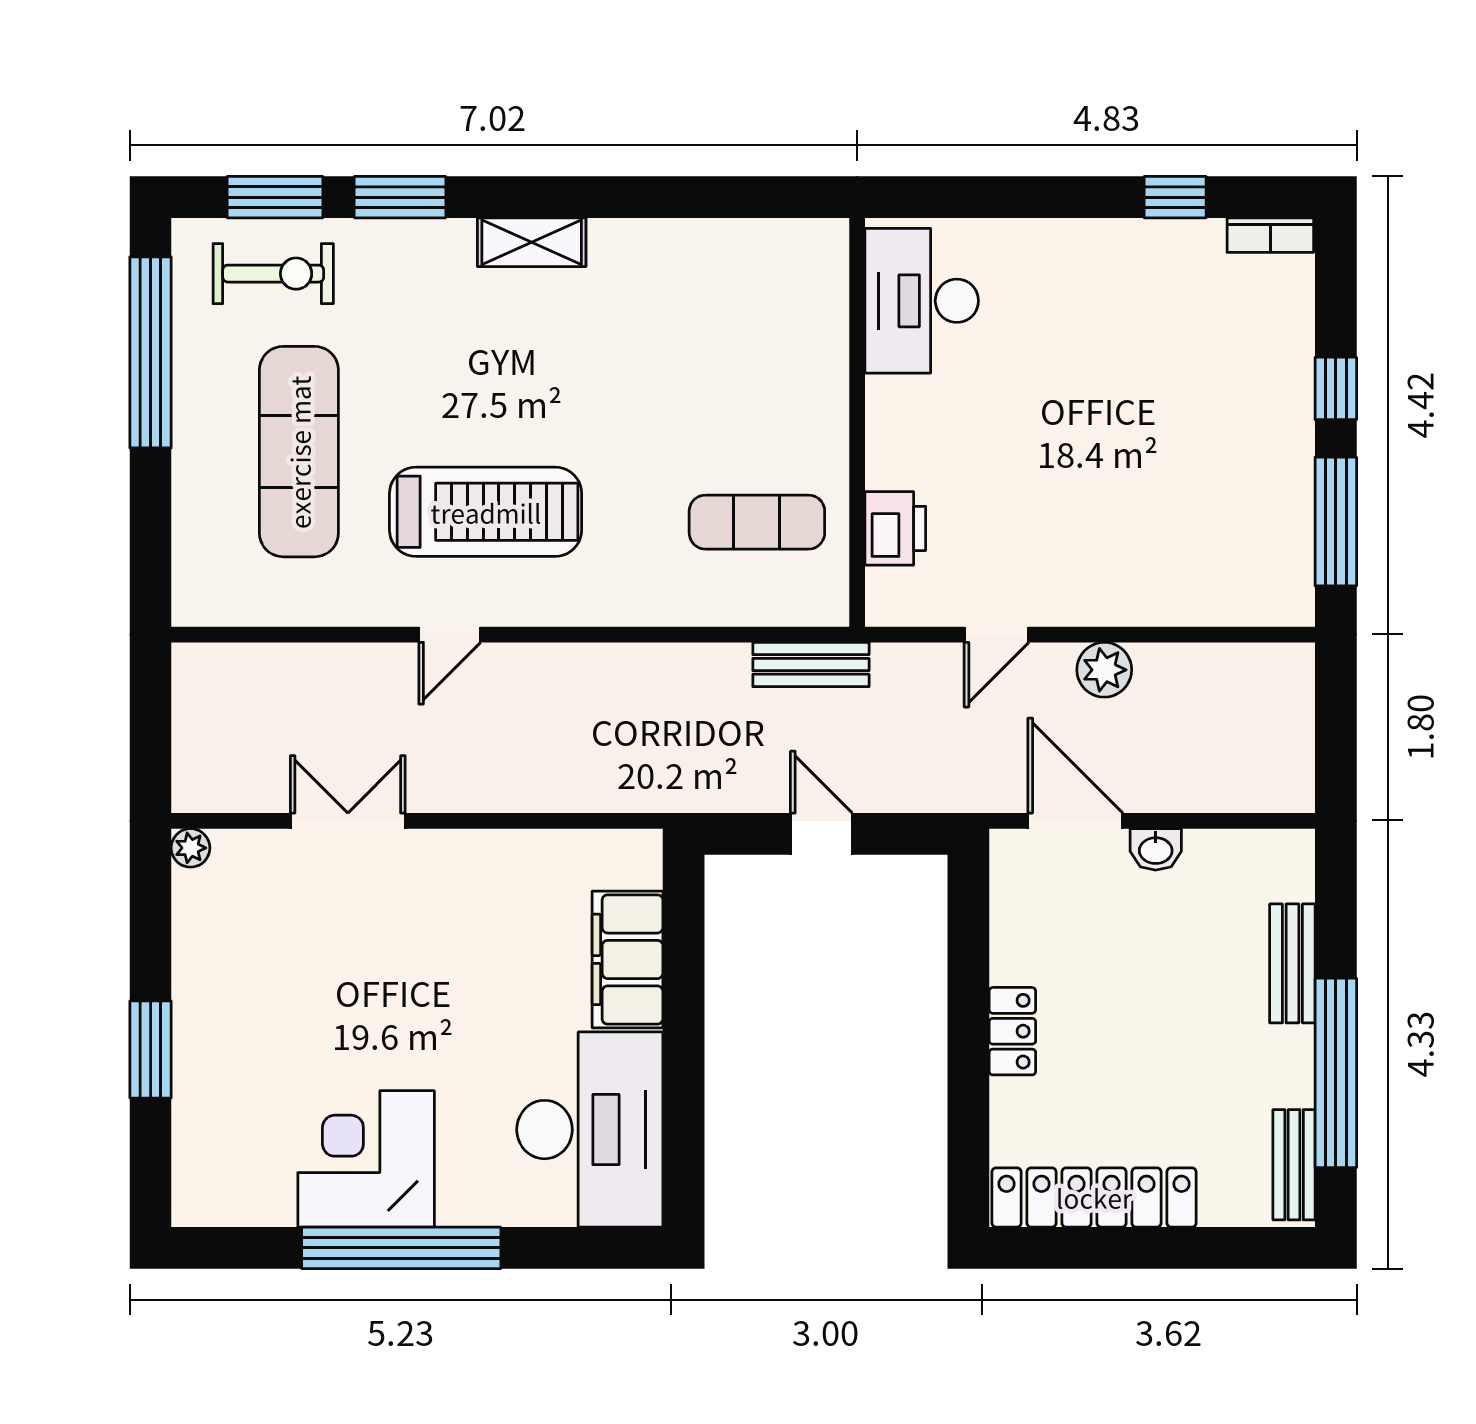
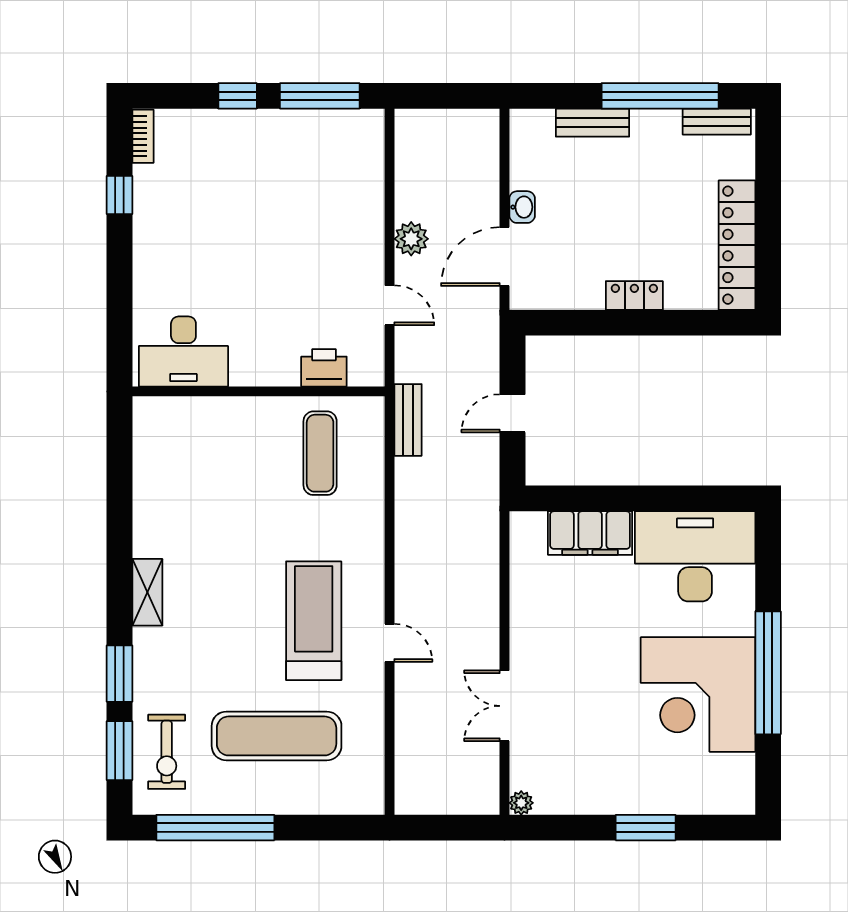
exercise bike: (273, 274) -> (167, 752), turned 180
corner desk: (366, 1159) -> (698, 694), width x1.36, depth x1.36

